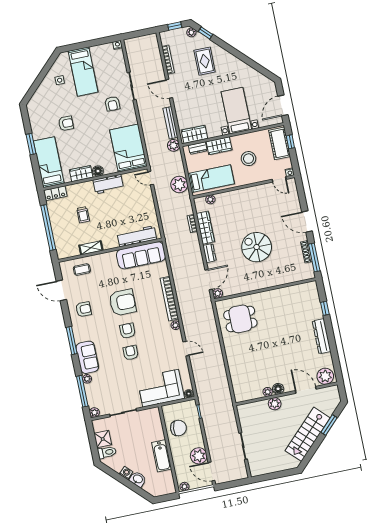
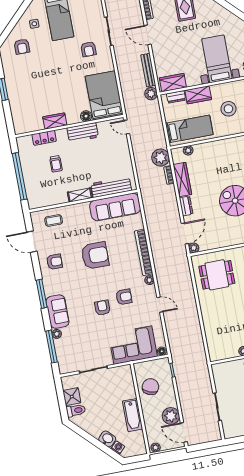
armchair: (66, 123) -> (22, 47), moved, turned 90
bed: (49, 162) -> (21, 109), removed
floor lamp: (98, 171) -> (86, 116), moved
plant: (179, 184) -> (161, 158), moved
locker: (55, 193) -> (44, 138), moved
shelving: (91, 248) -> (80, 195), moved
armchair: (127, 331) -> (124, 297), moved, turned 90
plant: (94, 412) -> (64, 369), removed
chair: (178, 428) -> (150, 387), turned -76
washing machine: (126, 473) -> (118, 448), moved

